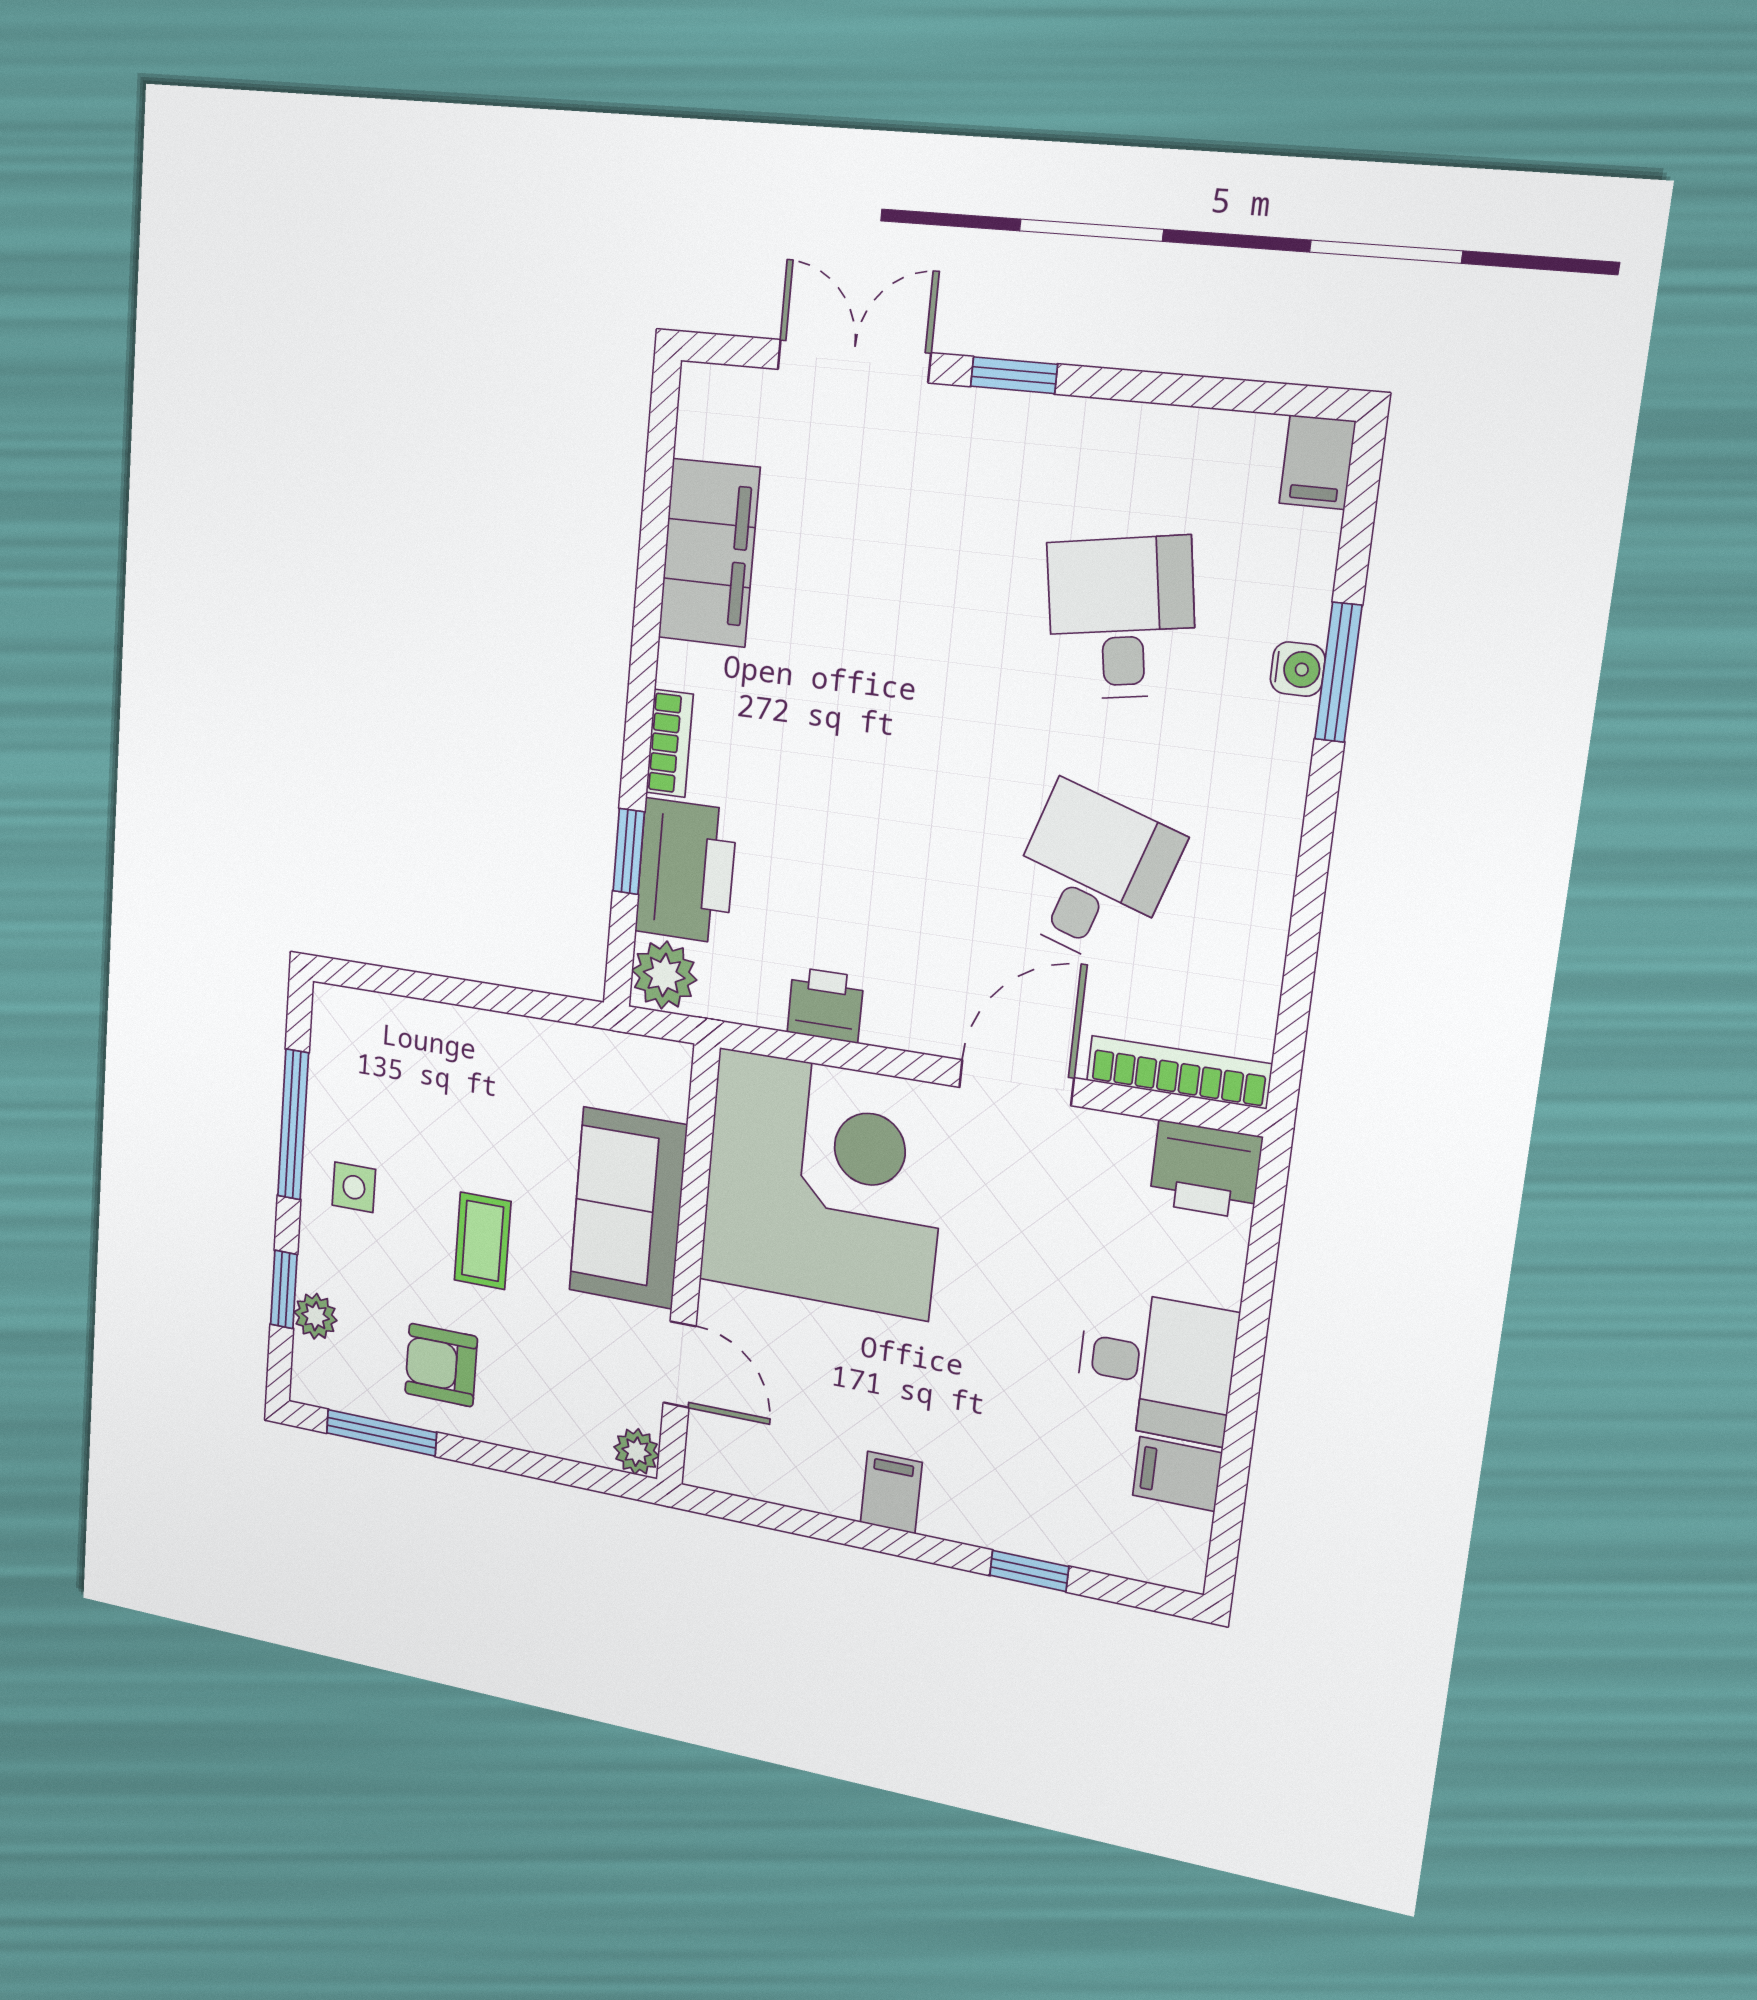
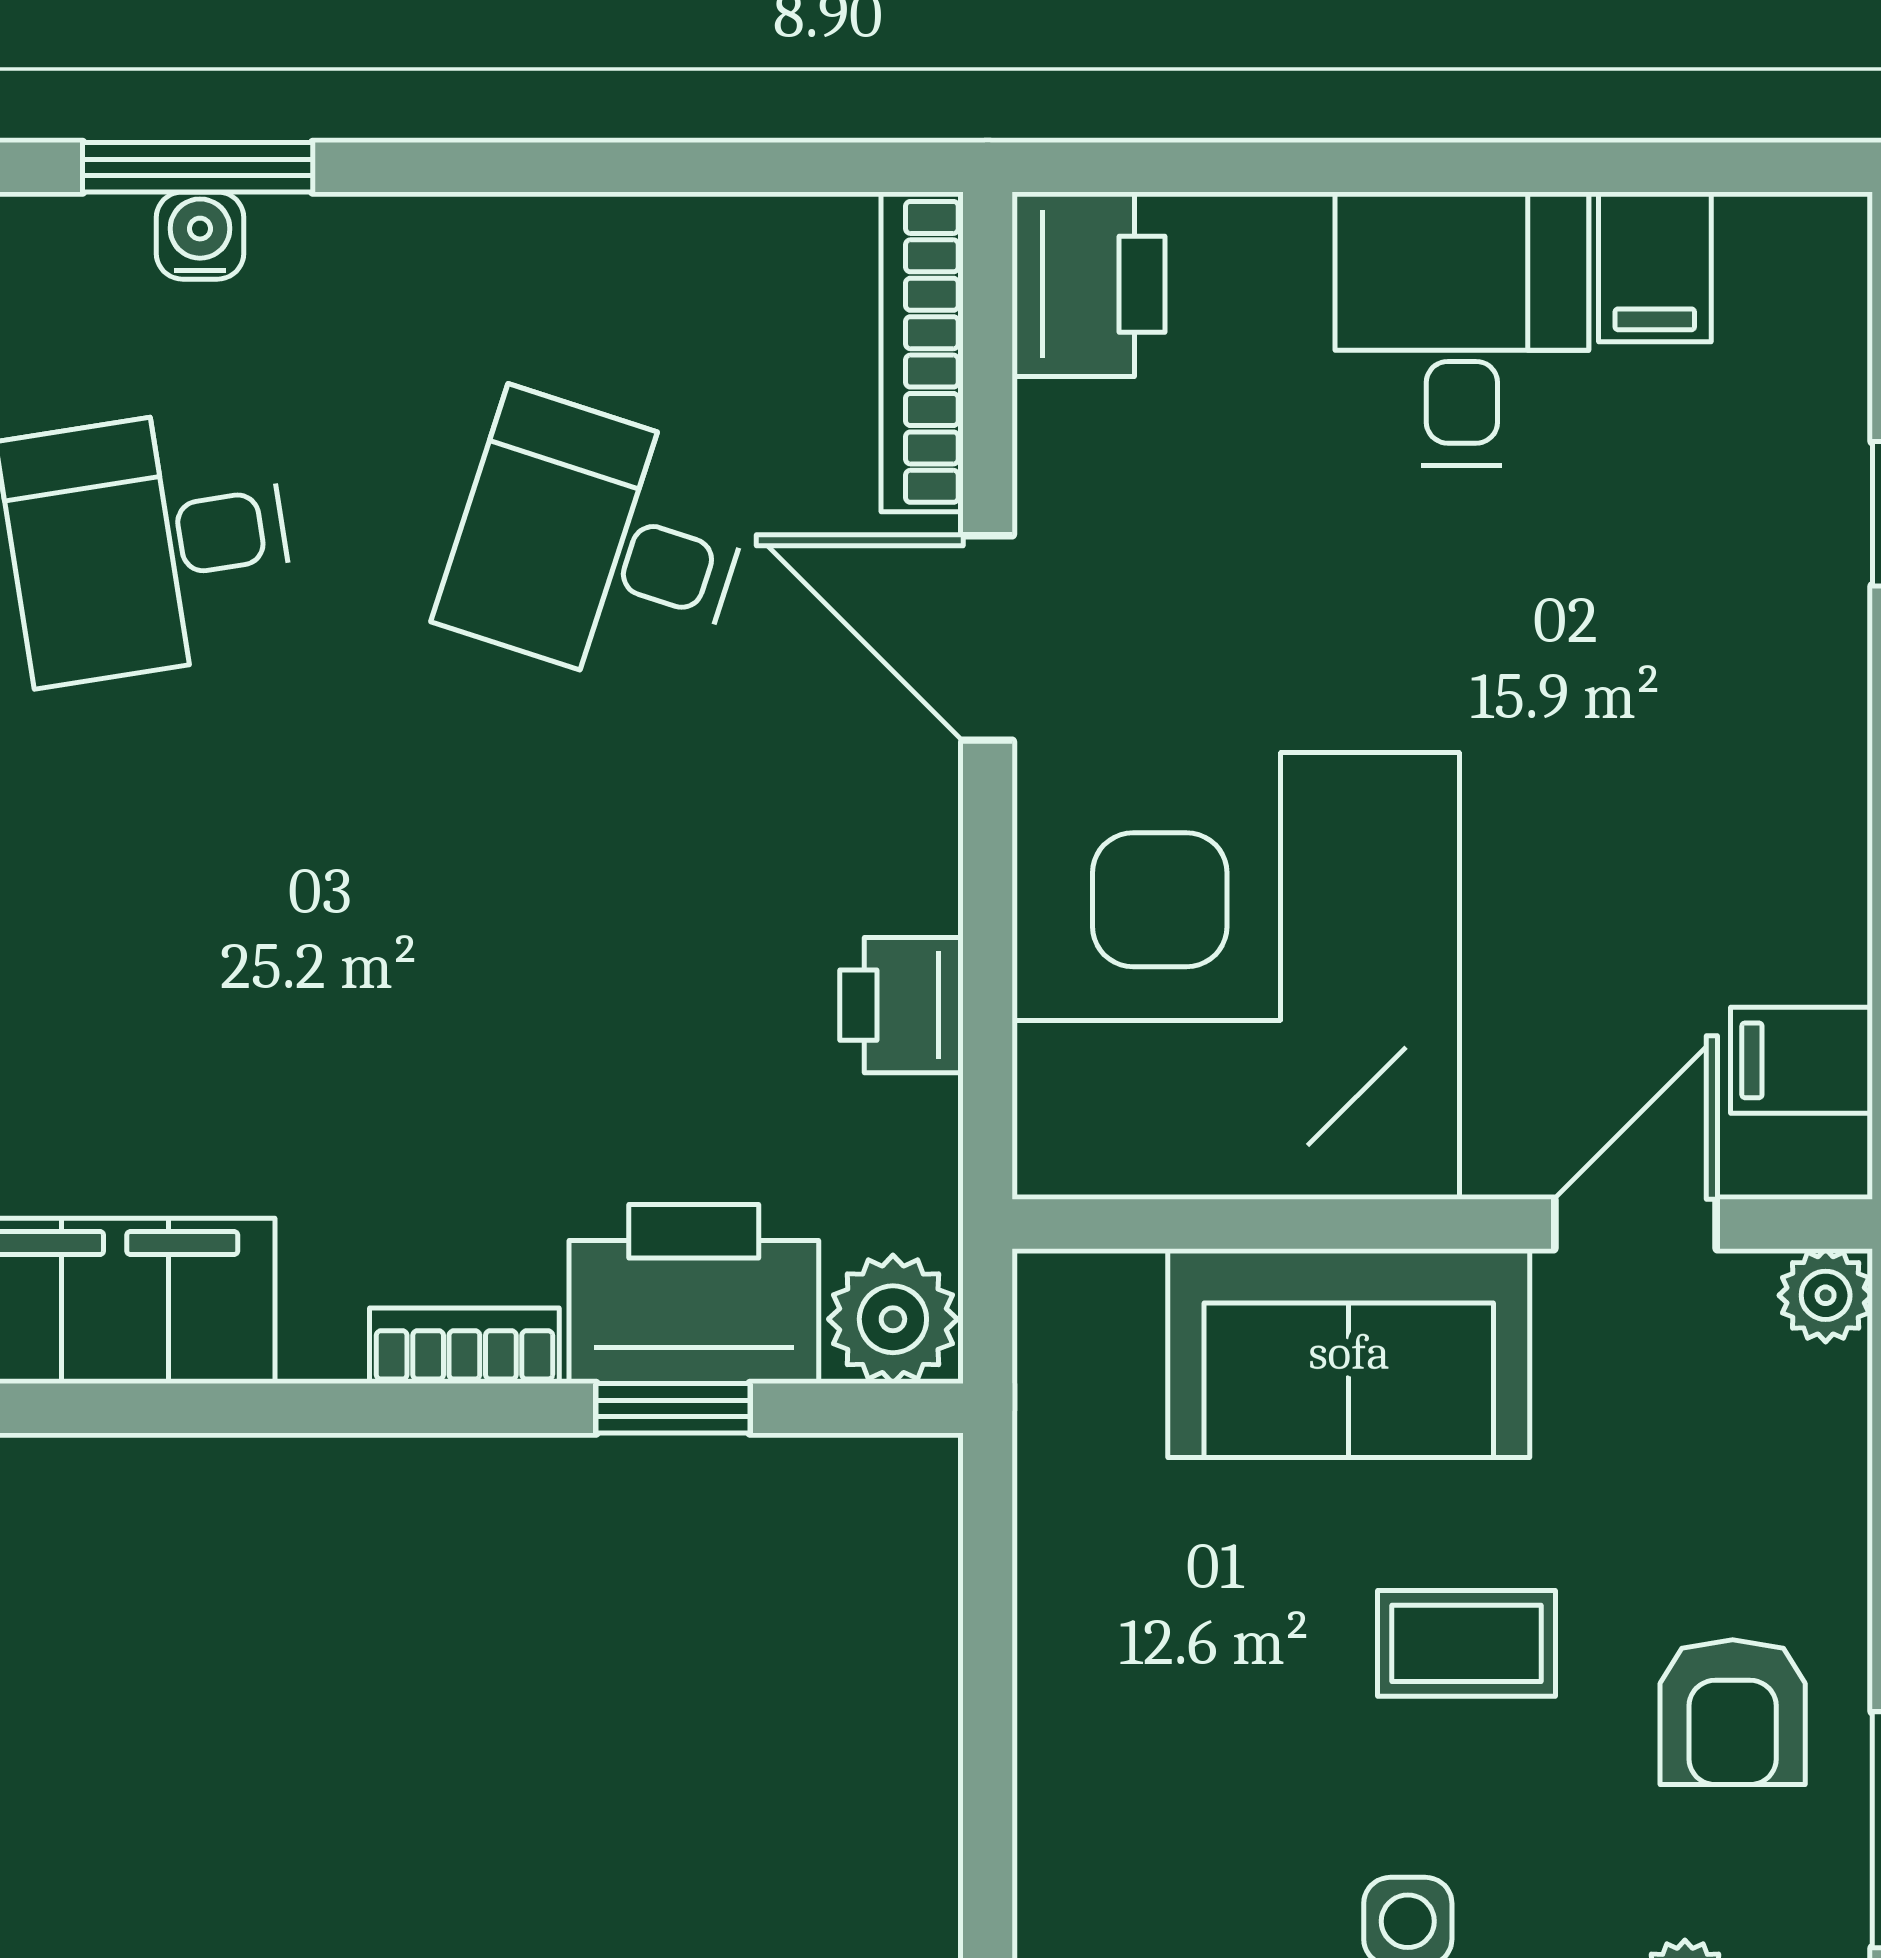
filing cabinet: (891, 1493) -> (1801, 1060), moved

